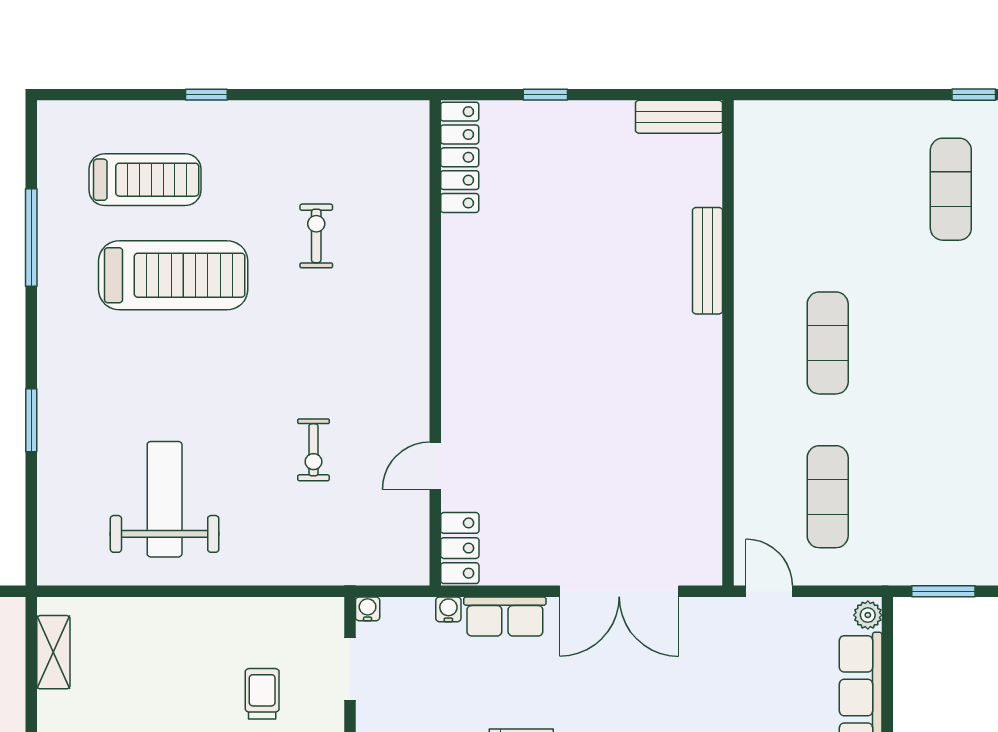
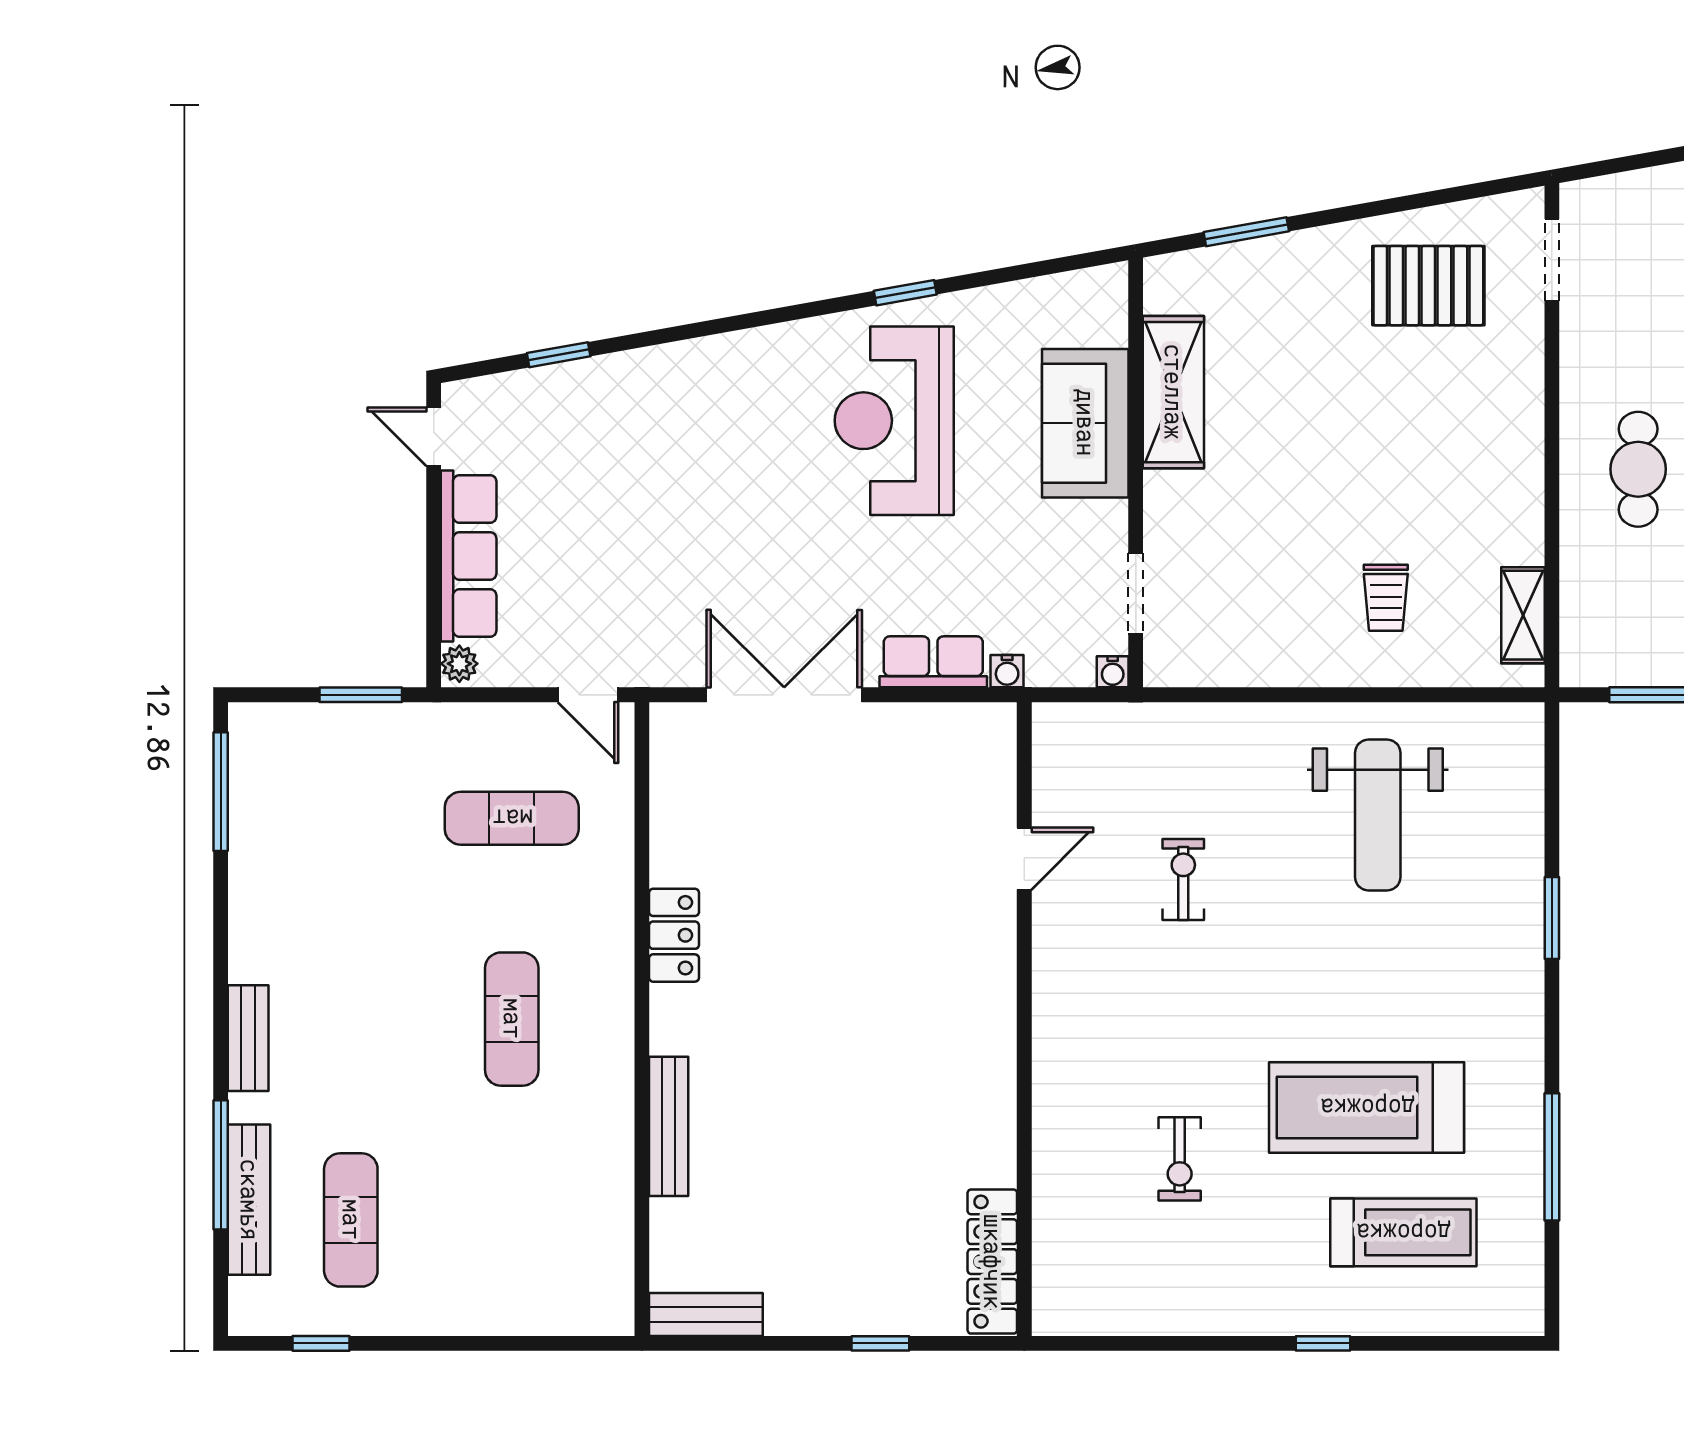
treadmill: (145, 180) -> (1403, 1232), turned 180
exercise mat: (828, 497) -> (512, 818), turned 90
locker: (460, 548) -> (674, 935), moved, turned 180
trolley: (262, 694) -> (1386, 598), moved

